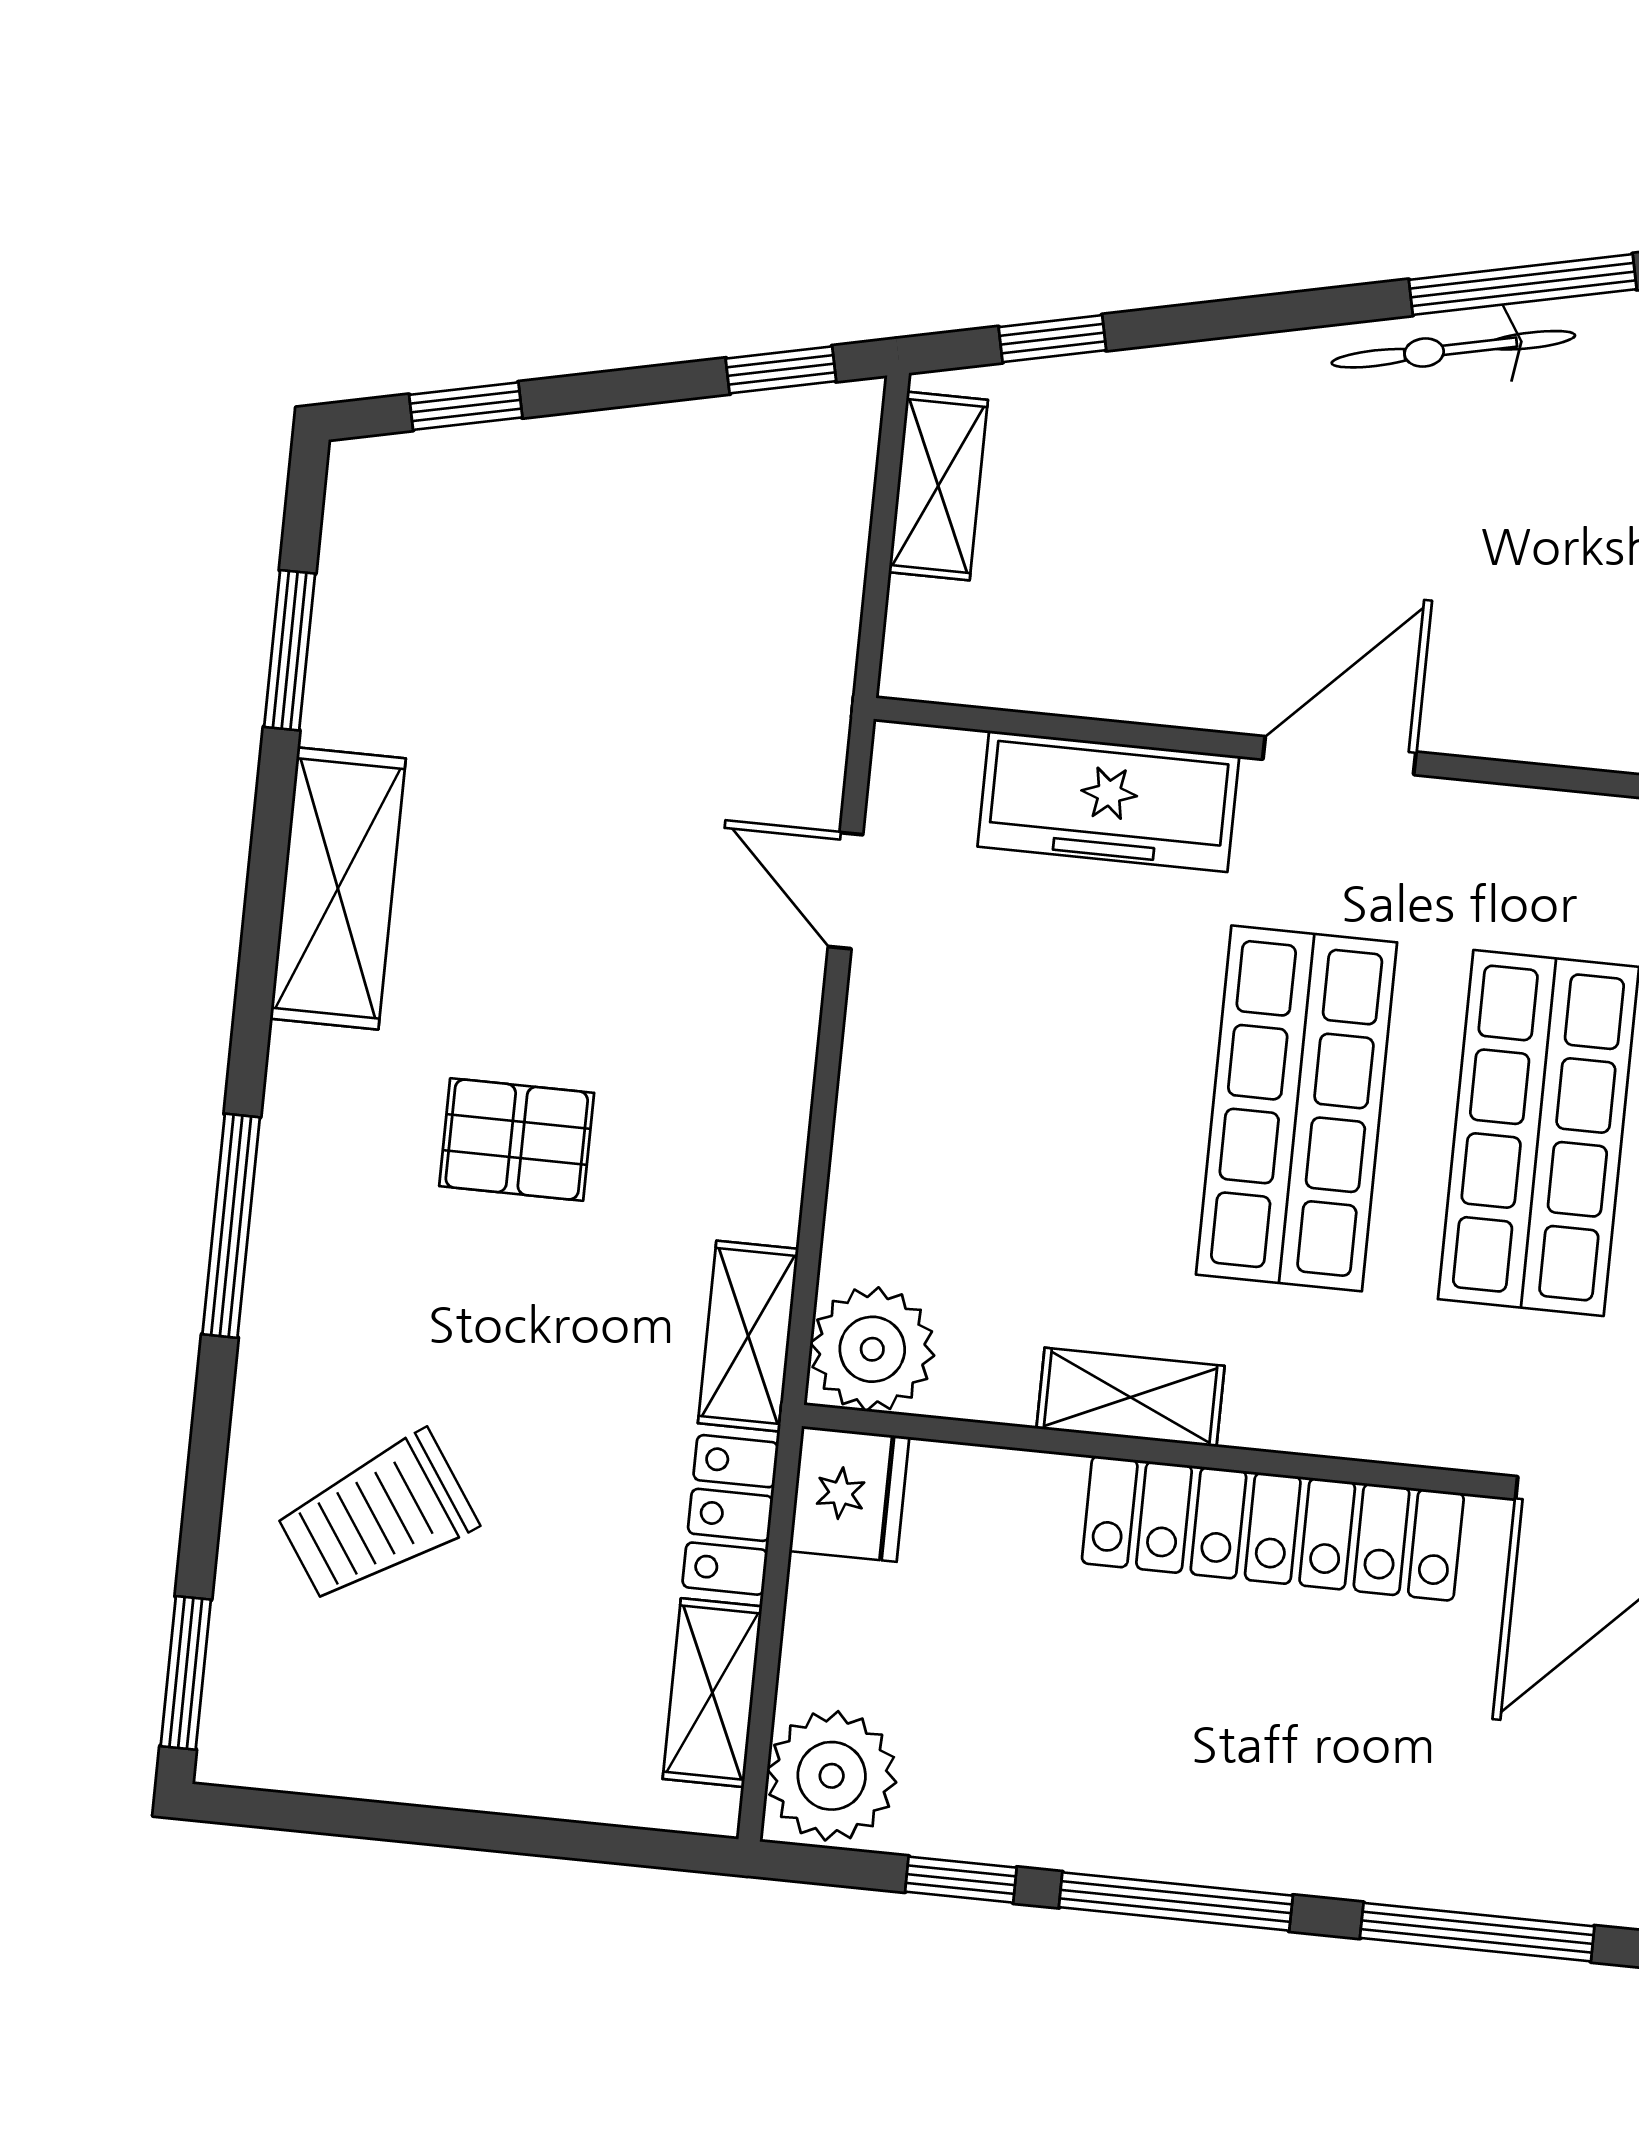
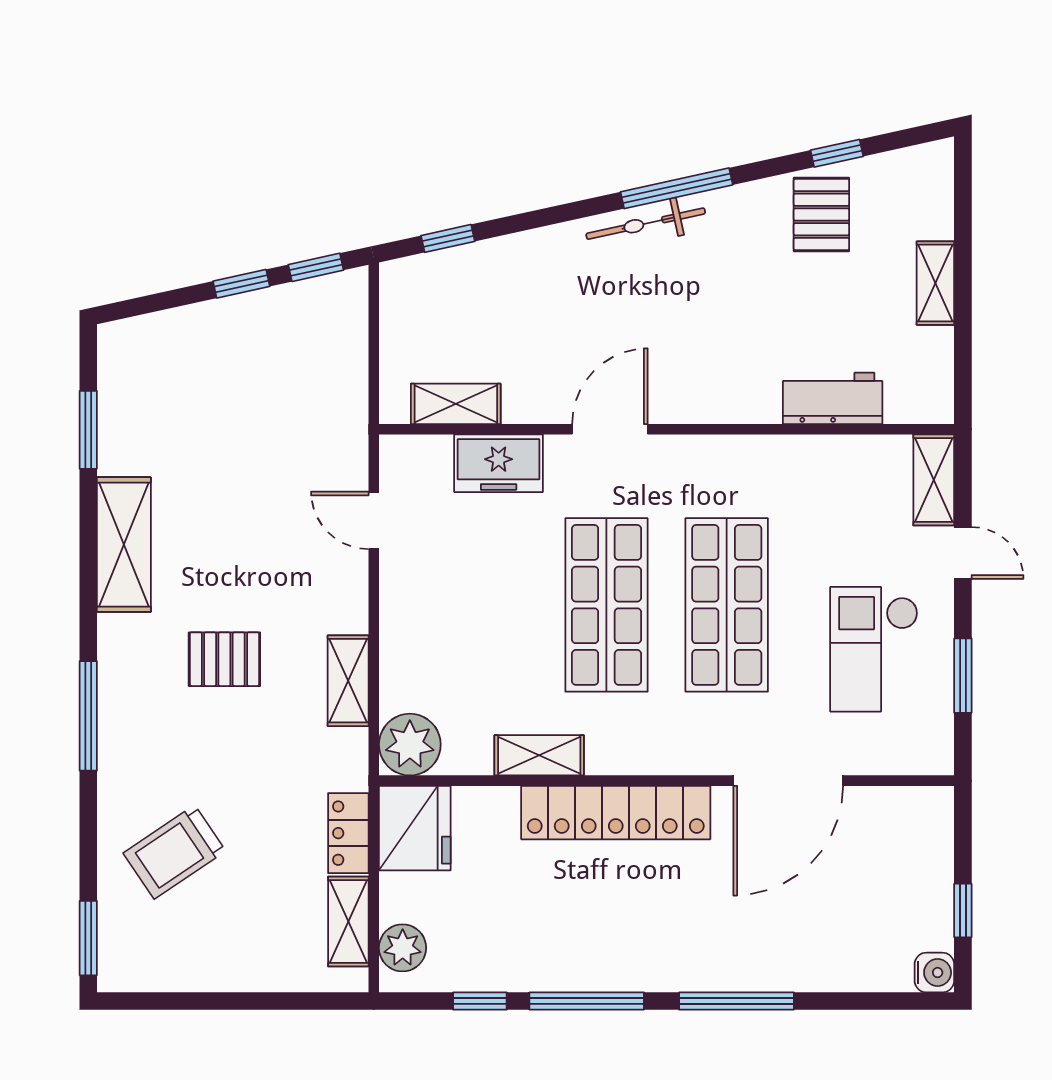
window: (466, 406) -> (241, 284), moved
shelving: (938, 486) -> (456, 404), moved, turned 90
freezer: (1108, 801) -> (499, 463), width x0.71
shelving: (748, 1336) -> (348, 681), moved
fridge: (849, 1494) -> (415, 828), width x1.36, depth x1.34
plant: (832, 1776) -> (403, 948), width x0.73, depth x0.73

